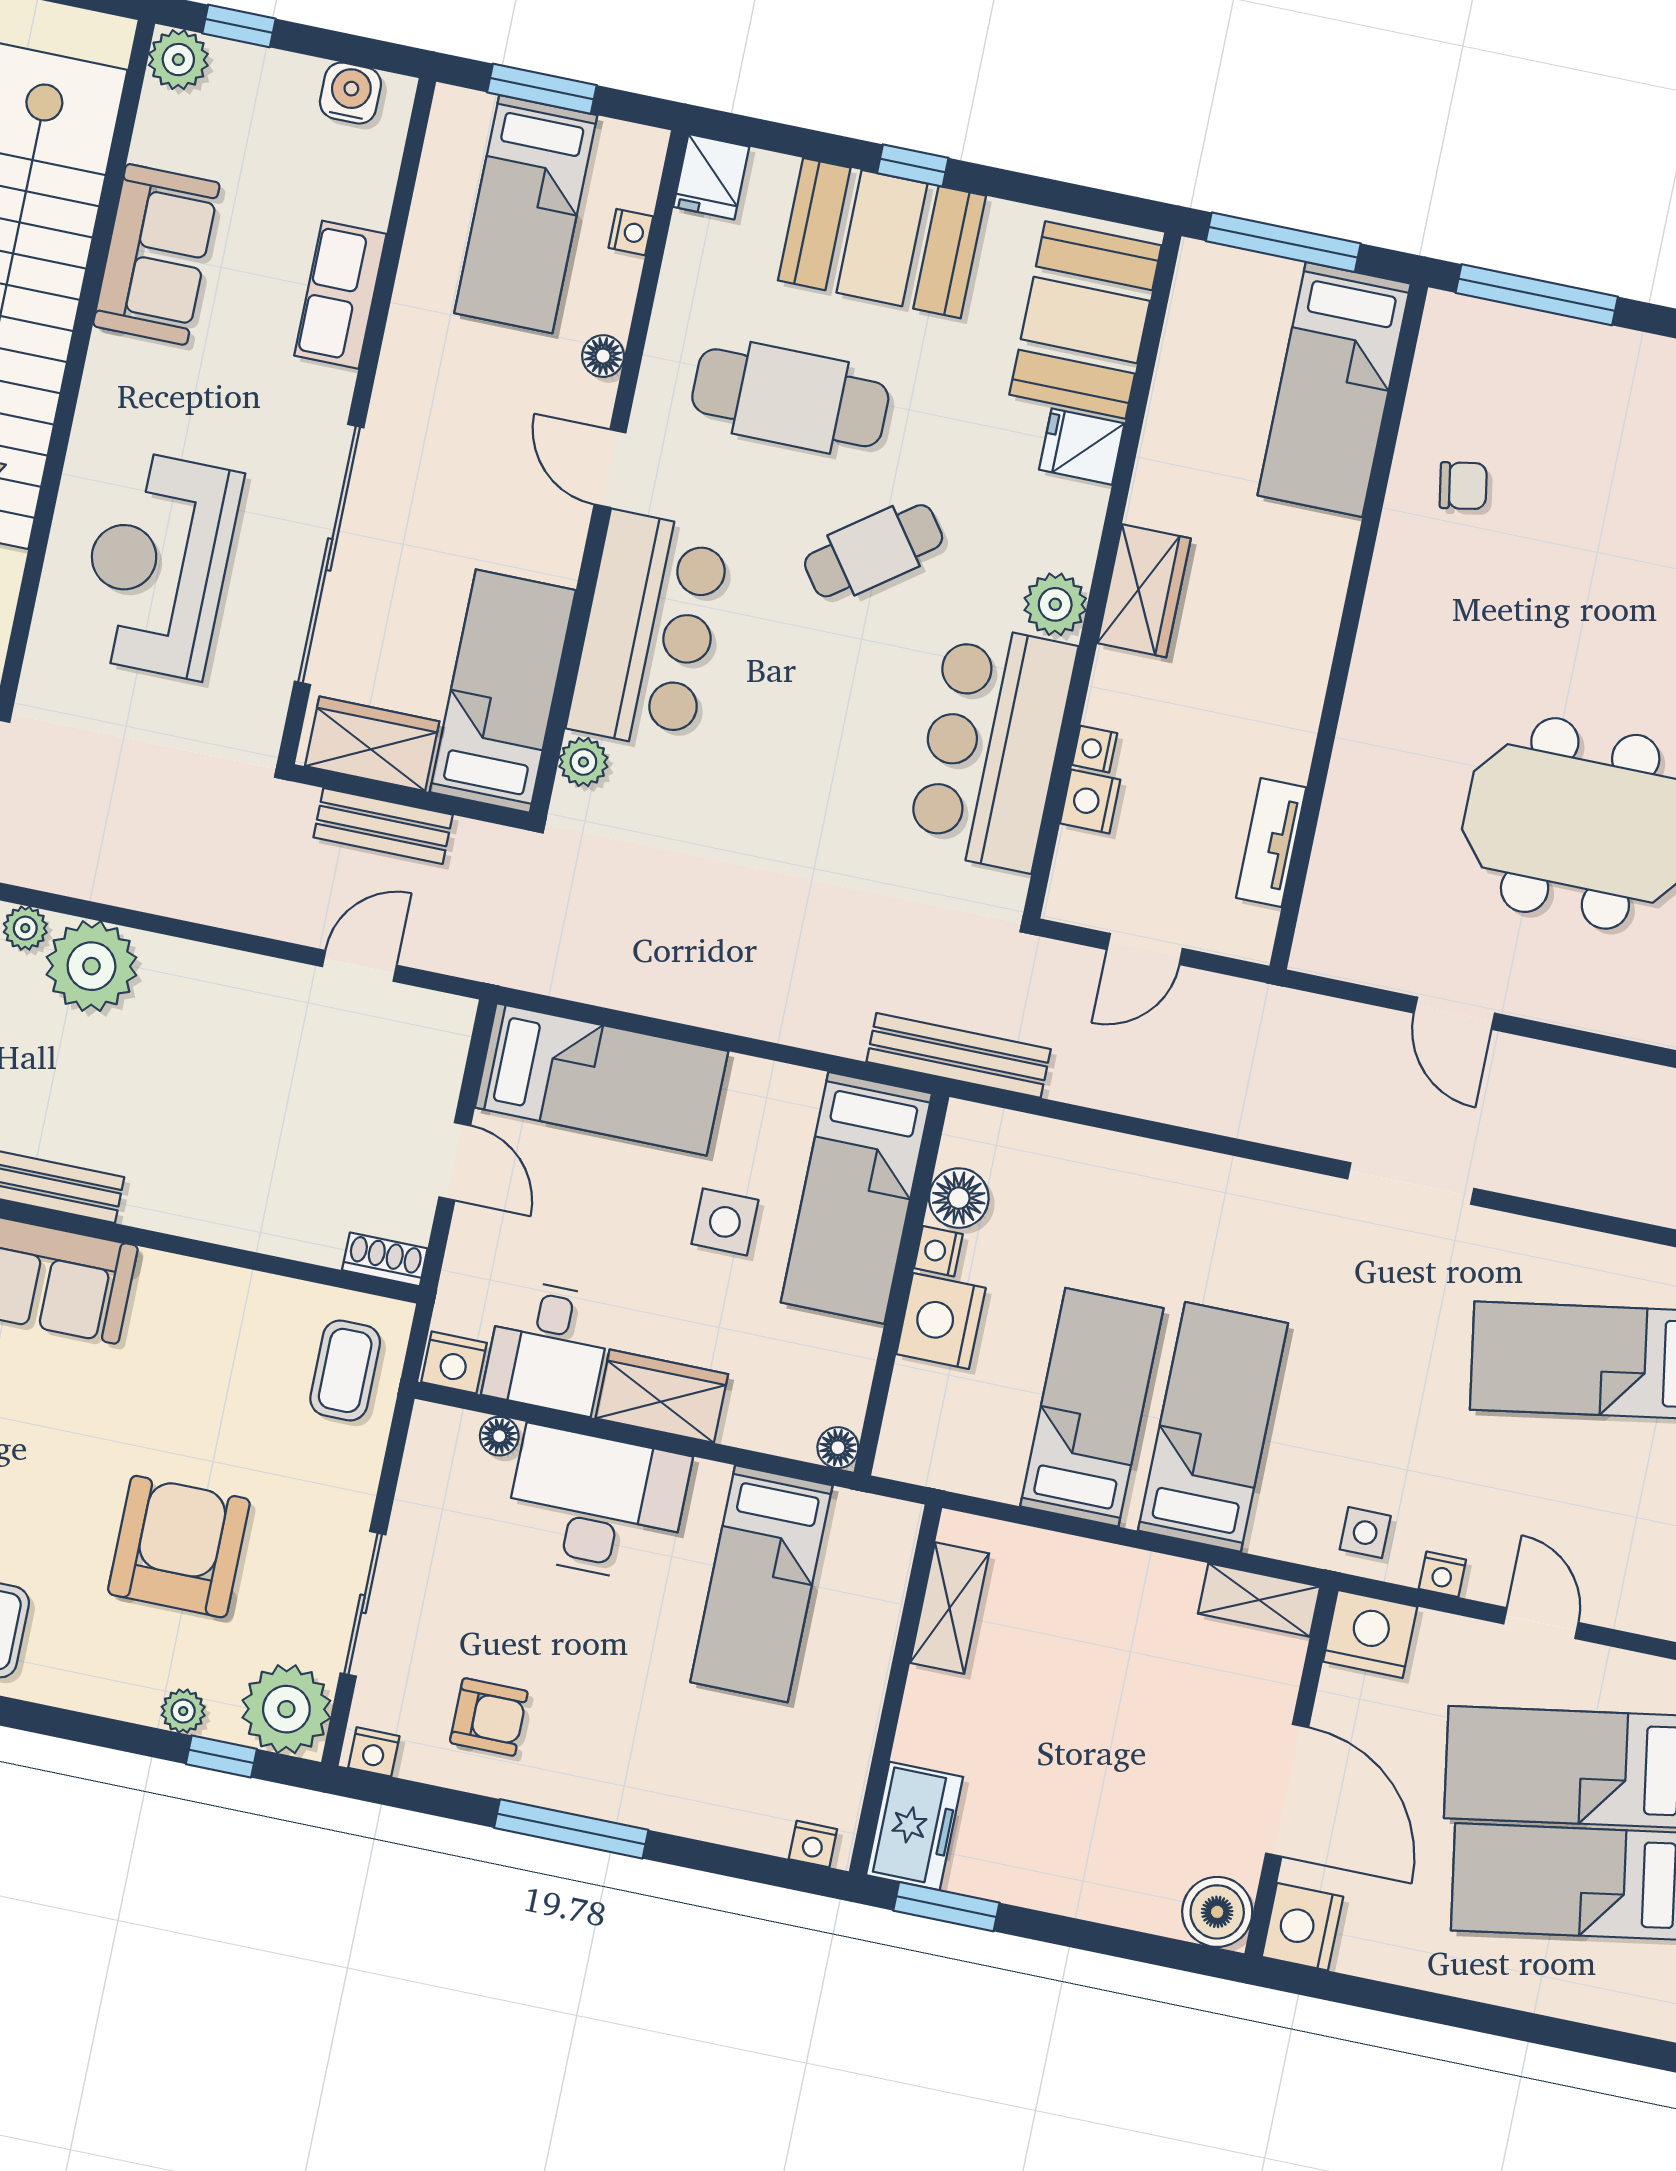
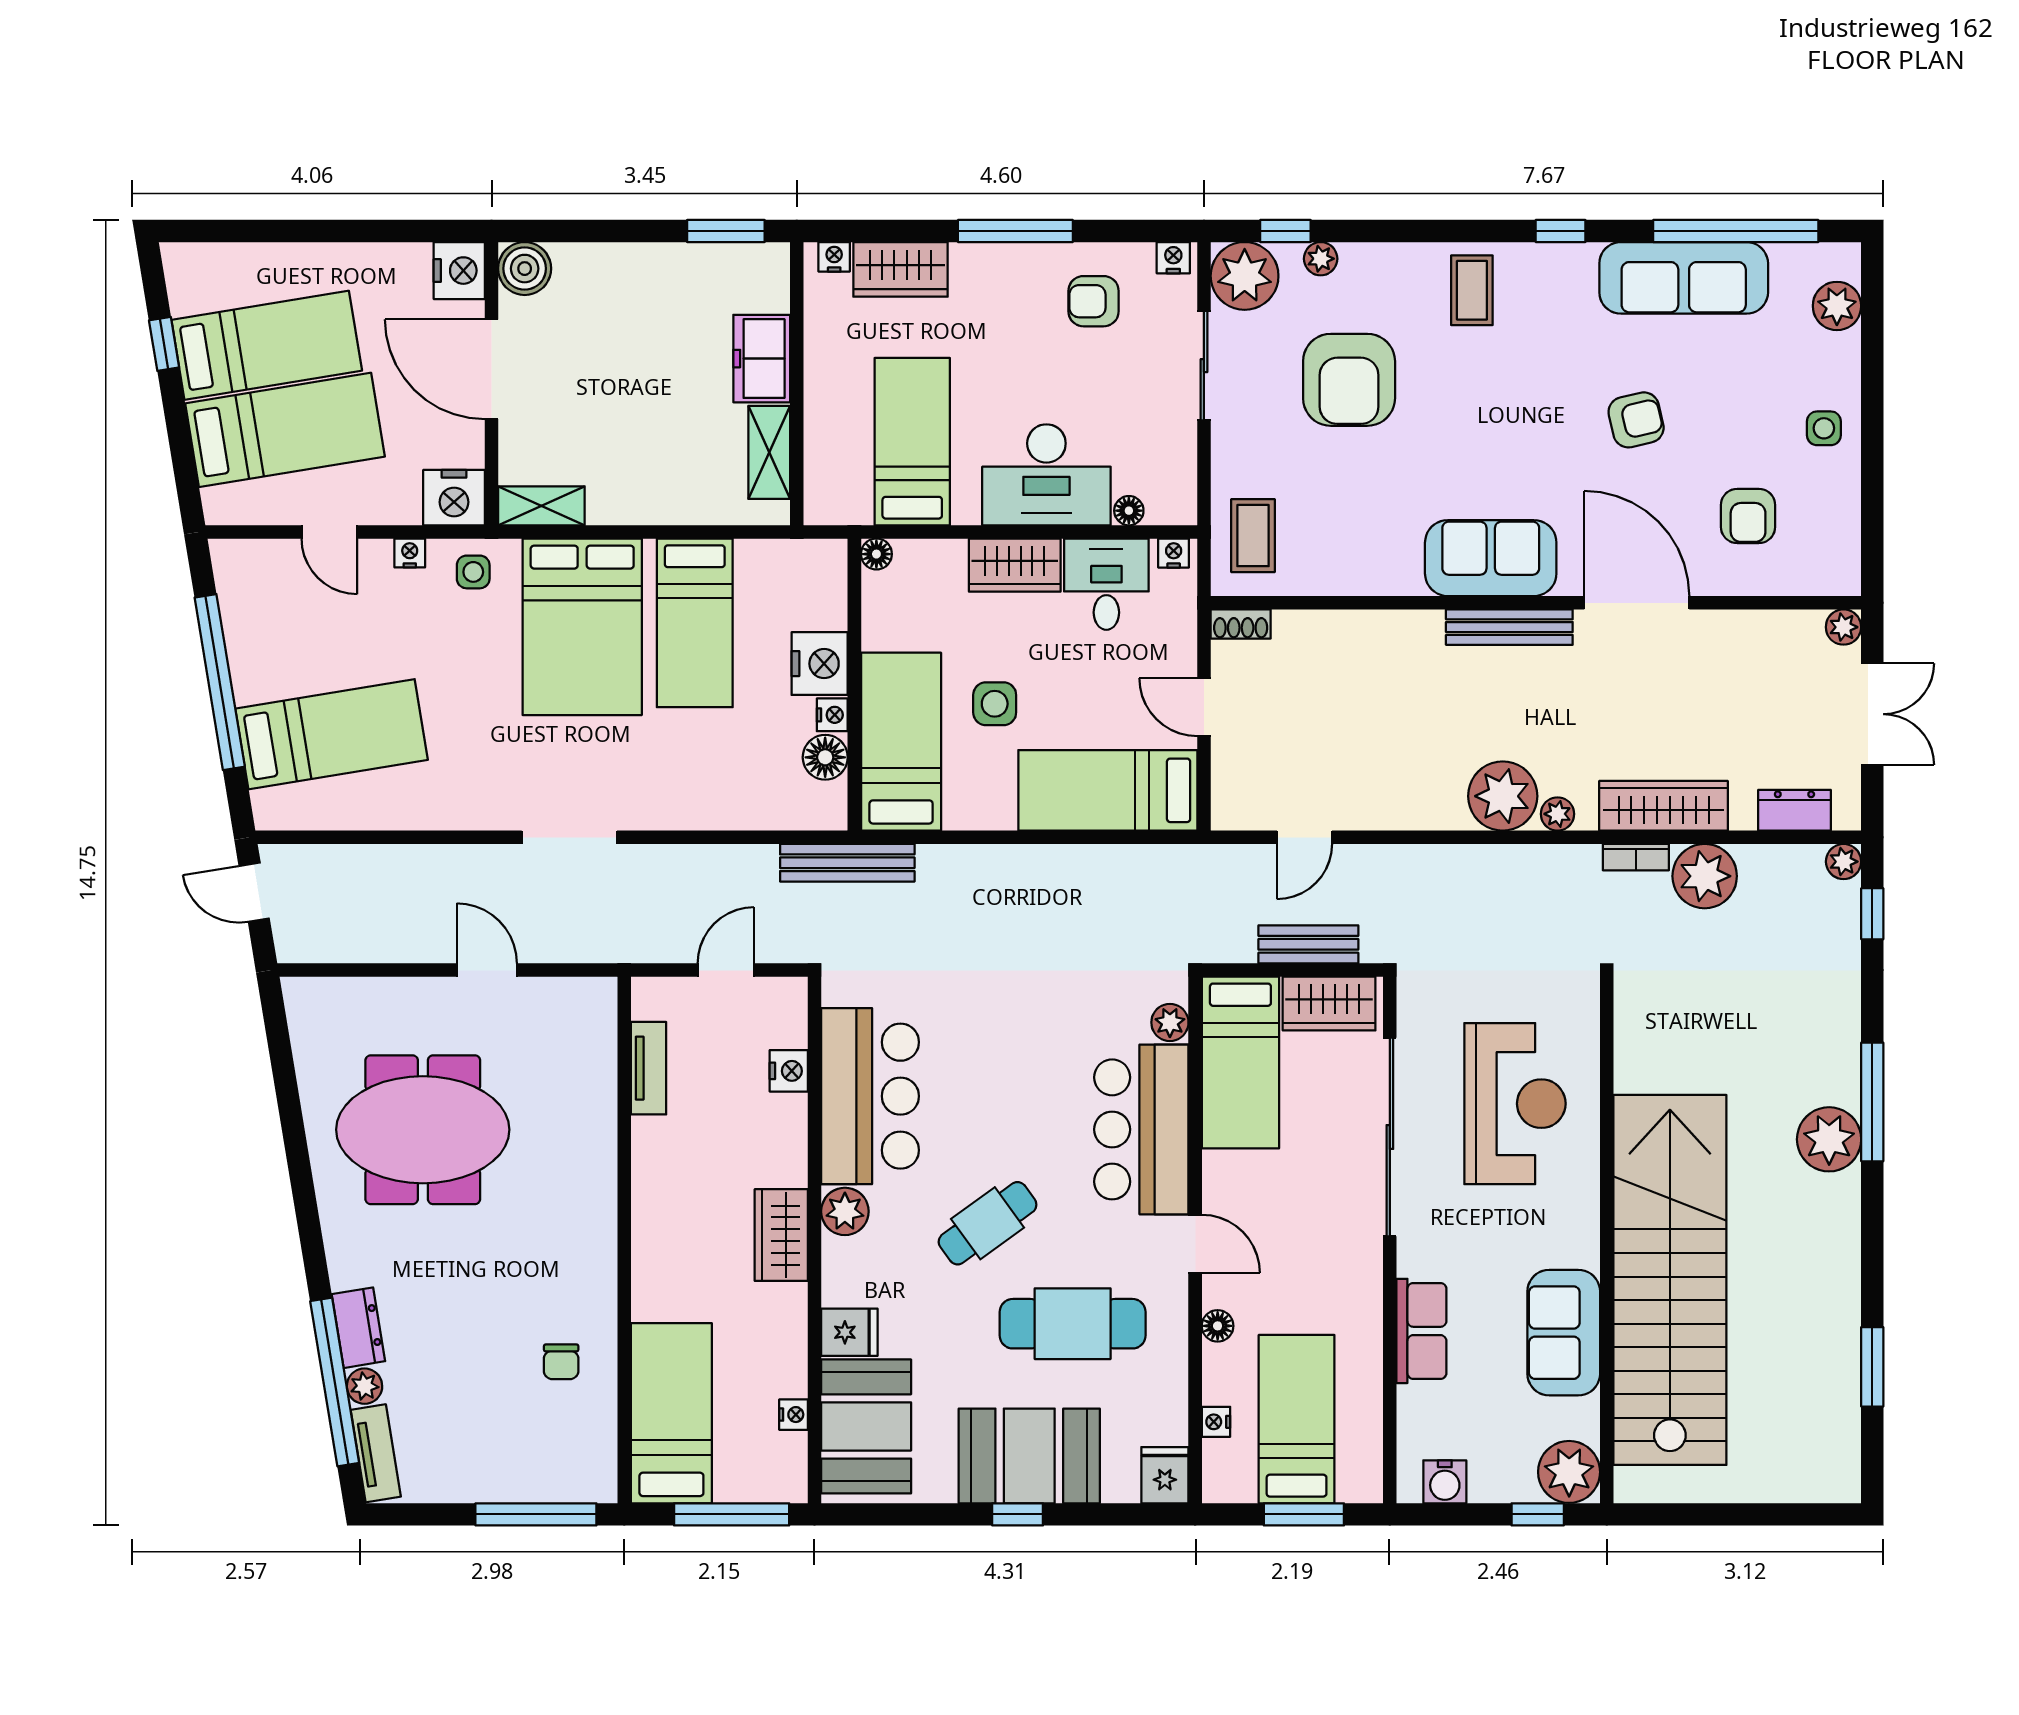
plant: (178, 60) -> (1569, 1472), width x1.36, depth x1.36
chair: (1463, 486) -> (561, 1362), turned -80
nightstand: (1095, 749) -> (794, 1415), moved
doorway: (1411, 1184) -> (569, 837), moved
nightstand: (454, 1363) -> (1174, 553), width x0.72, depth x0.74
bed: (1213, 1427) -> (582, 627), width x1.50
wardrobe: (730, 1810) -> (901, 269), added
freezer: (915, 1826) -> (762, 359), moved

